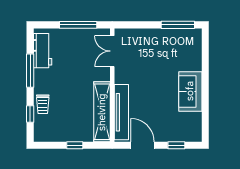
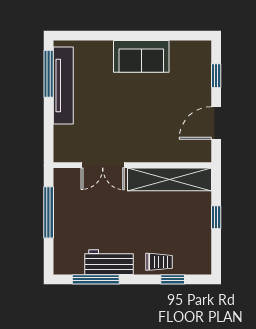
workbench: (43, 51) -> (109, 262), moved
double door: (112, 51) -> (103, 165), moved
window: (30, 71) -> (96, 279), moved
tv unit: (121, 112) -> (63, 86), moved, turned 90

